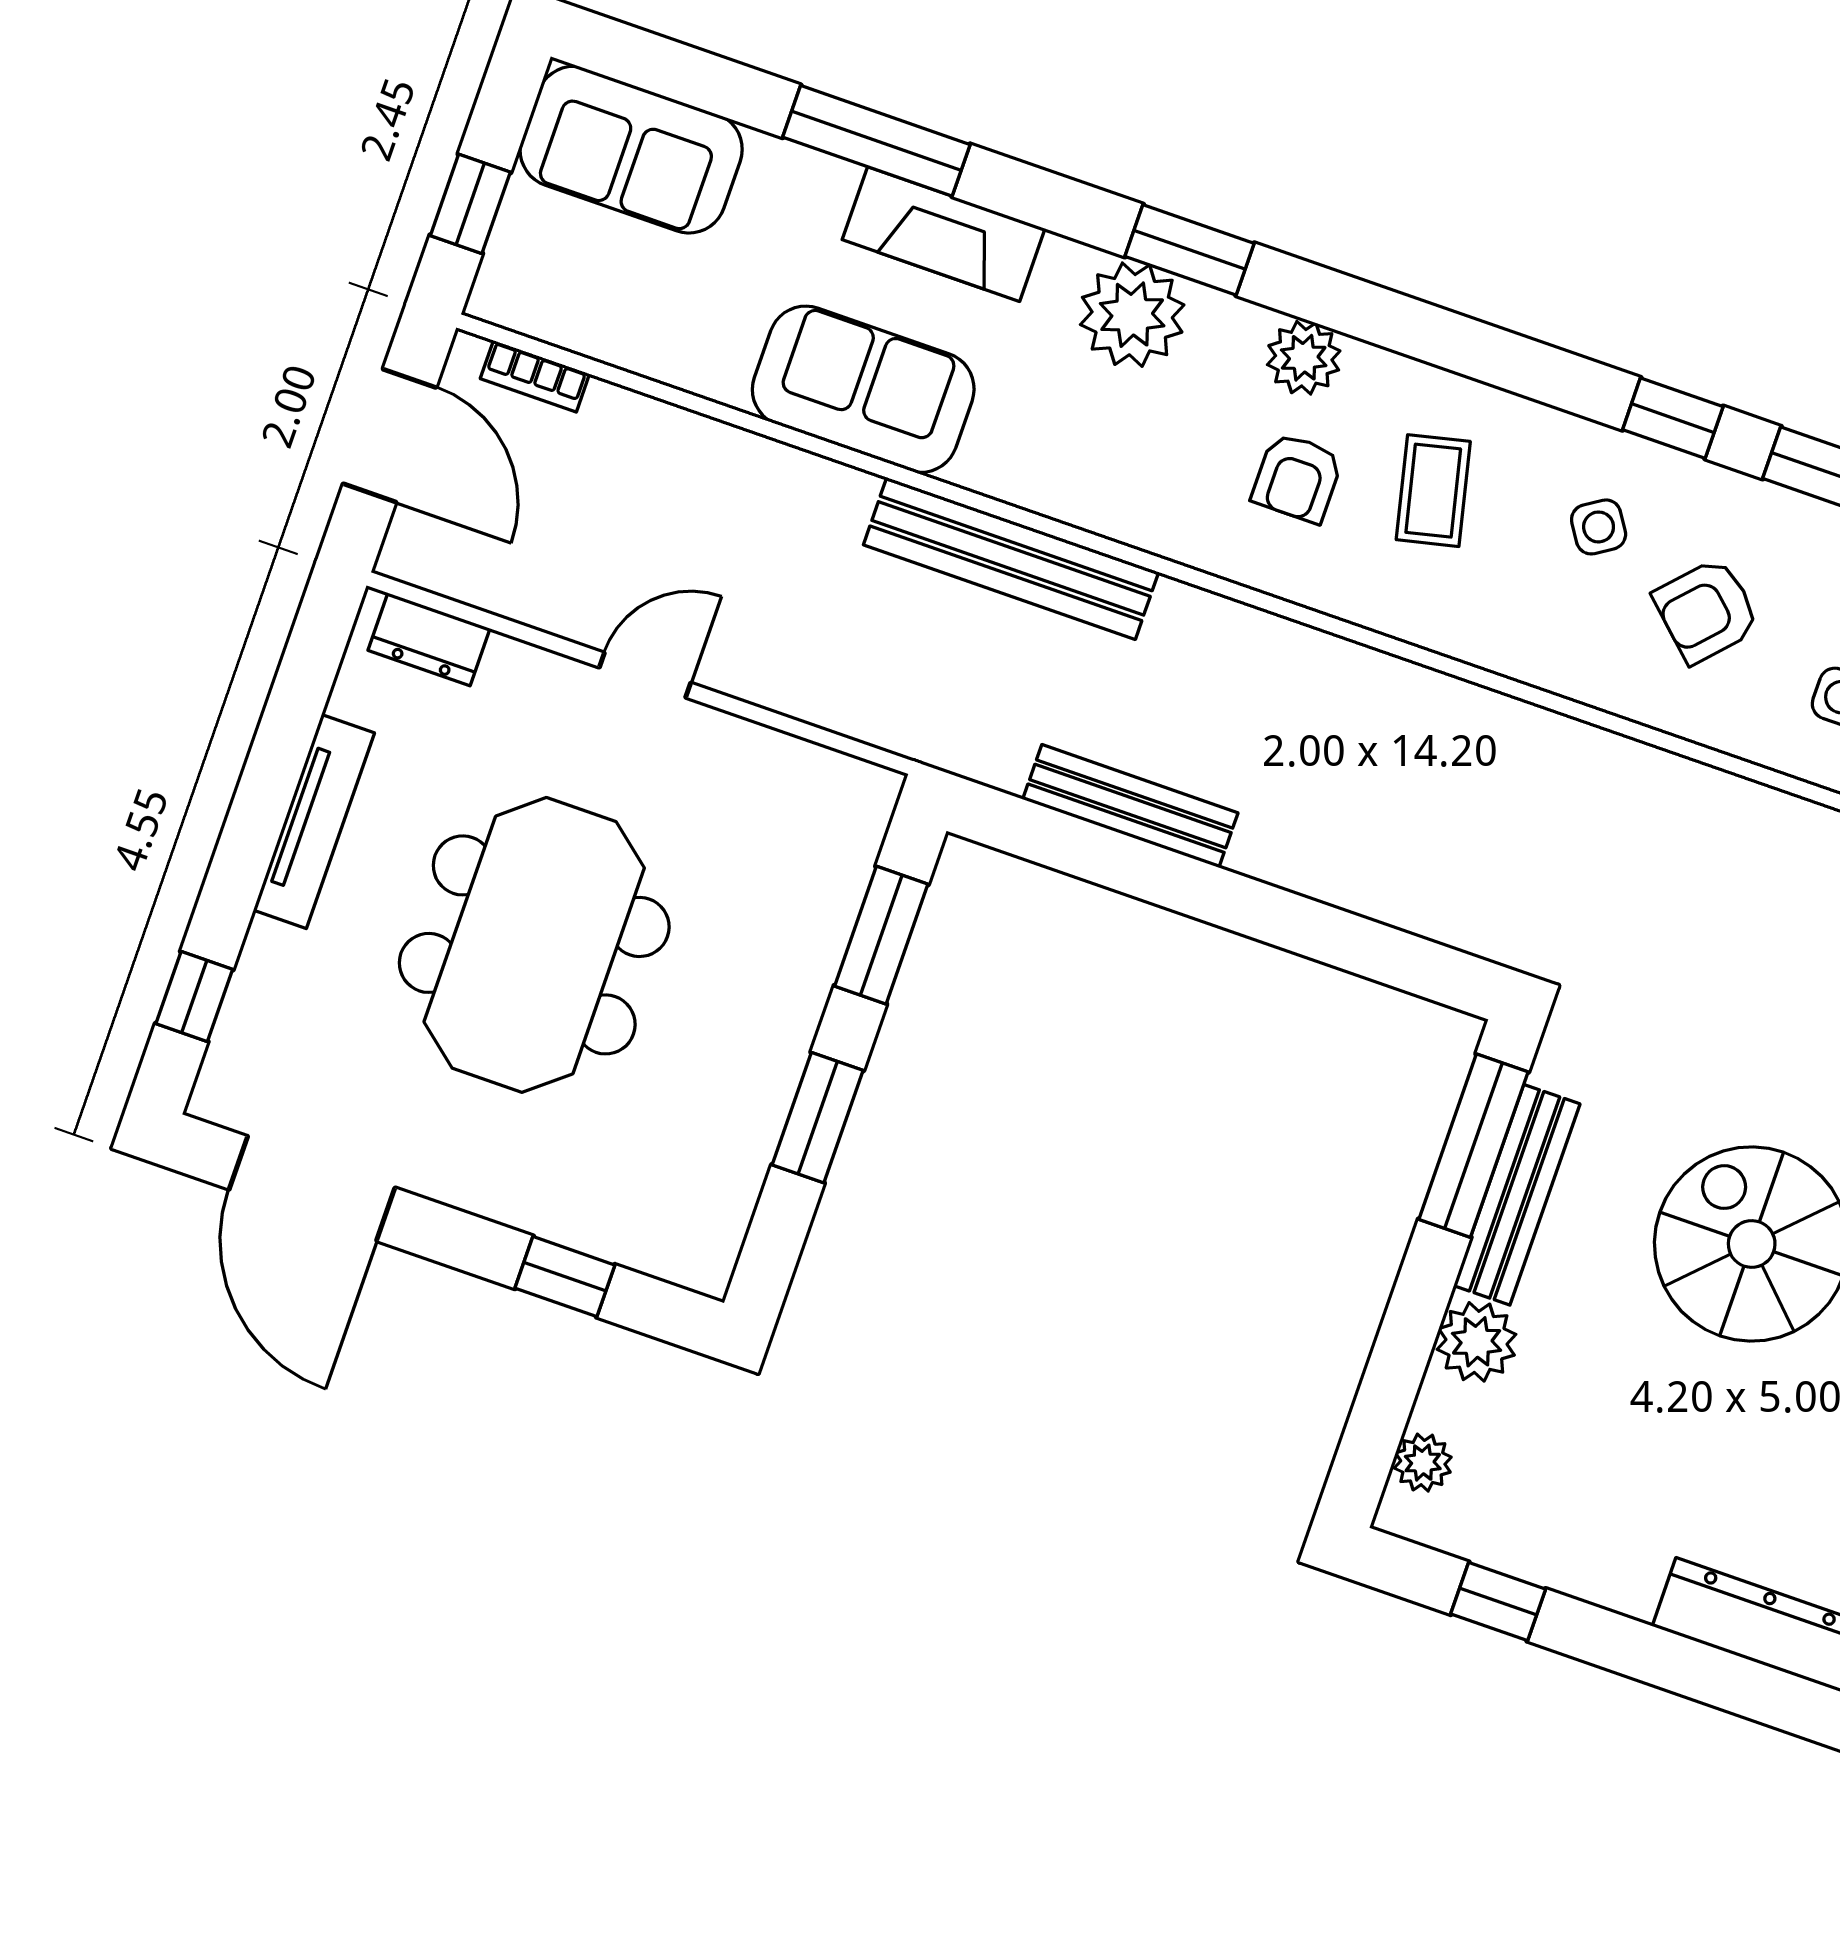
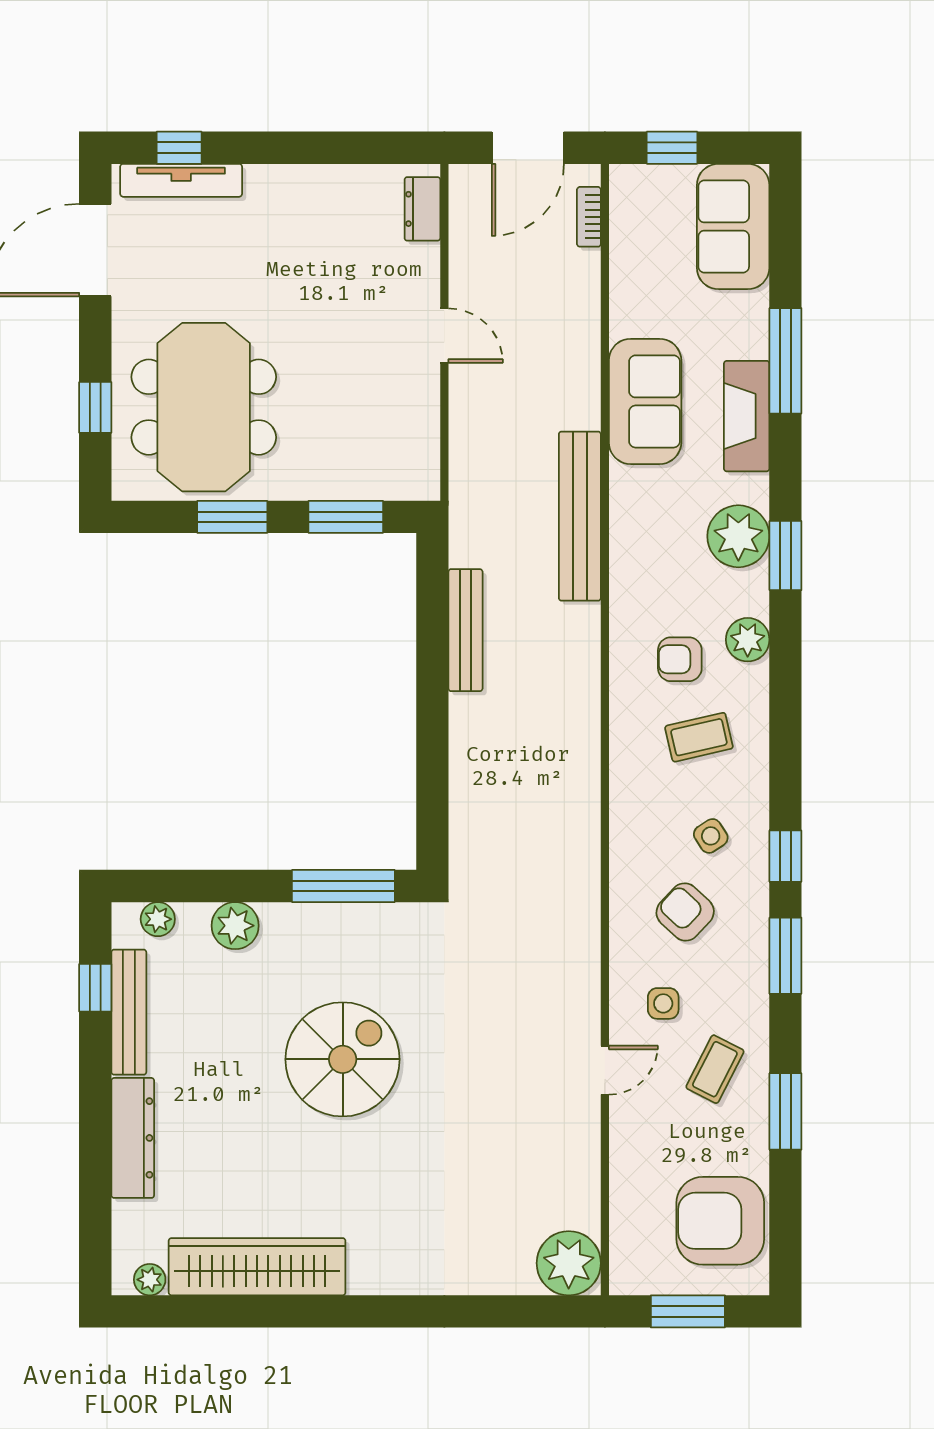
tv unit: (314, 821) -> (181, 180), moved
meeting table: (534, 945) -> (204, 407), moved, turned 90
bench: (1517, 1195) -> (129, 1012), moved, turned 90

